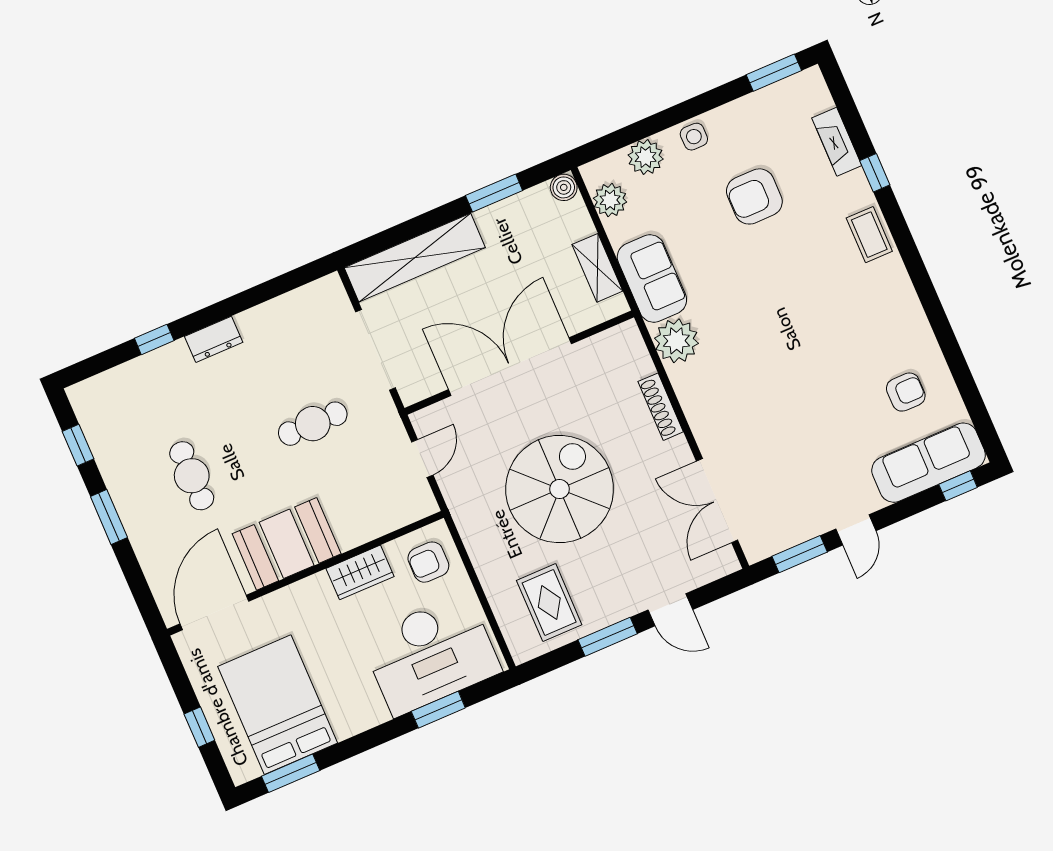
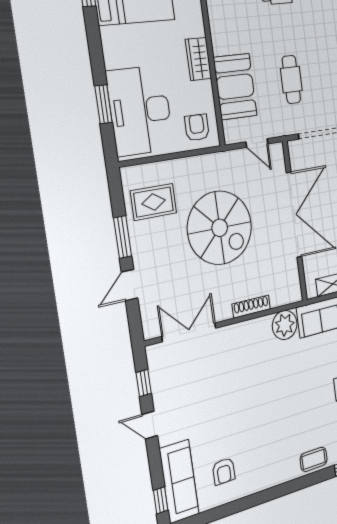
booth: (287, 544) -> (235, 87), moved
window: (800, 554) -> (144, 383), width x0.67
wardrobe: (360, 572) -> (198, 59), moved

